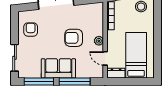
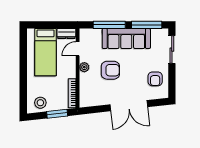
door: (105, 58) -> (78, 49), swing flipped
sofa: (58, 68) -> (126, 39), width x1.36

